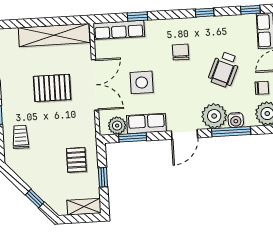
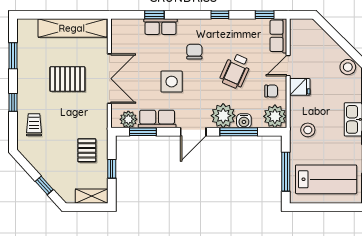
row of seats: (119, 30) -> (160, 27), moved, width x0.68
side table: (142, 82) -> (172, 82), moved

